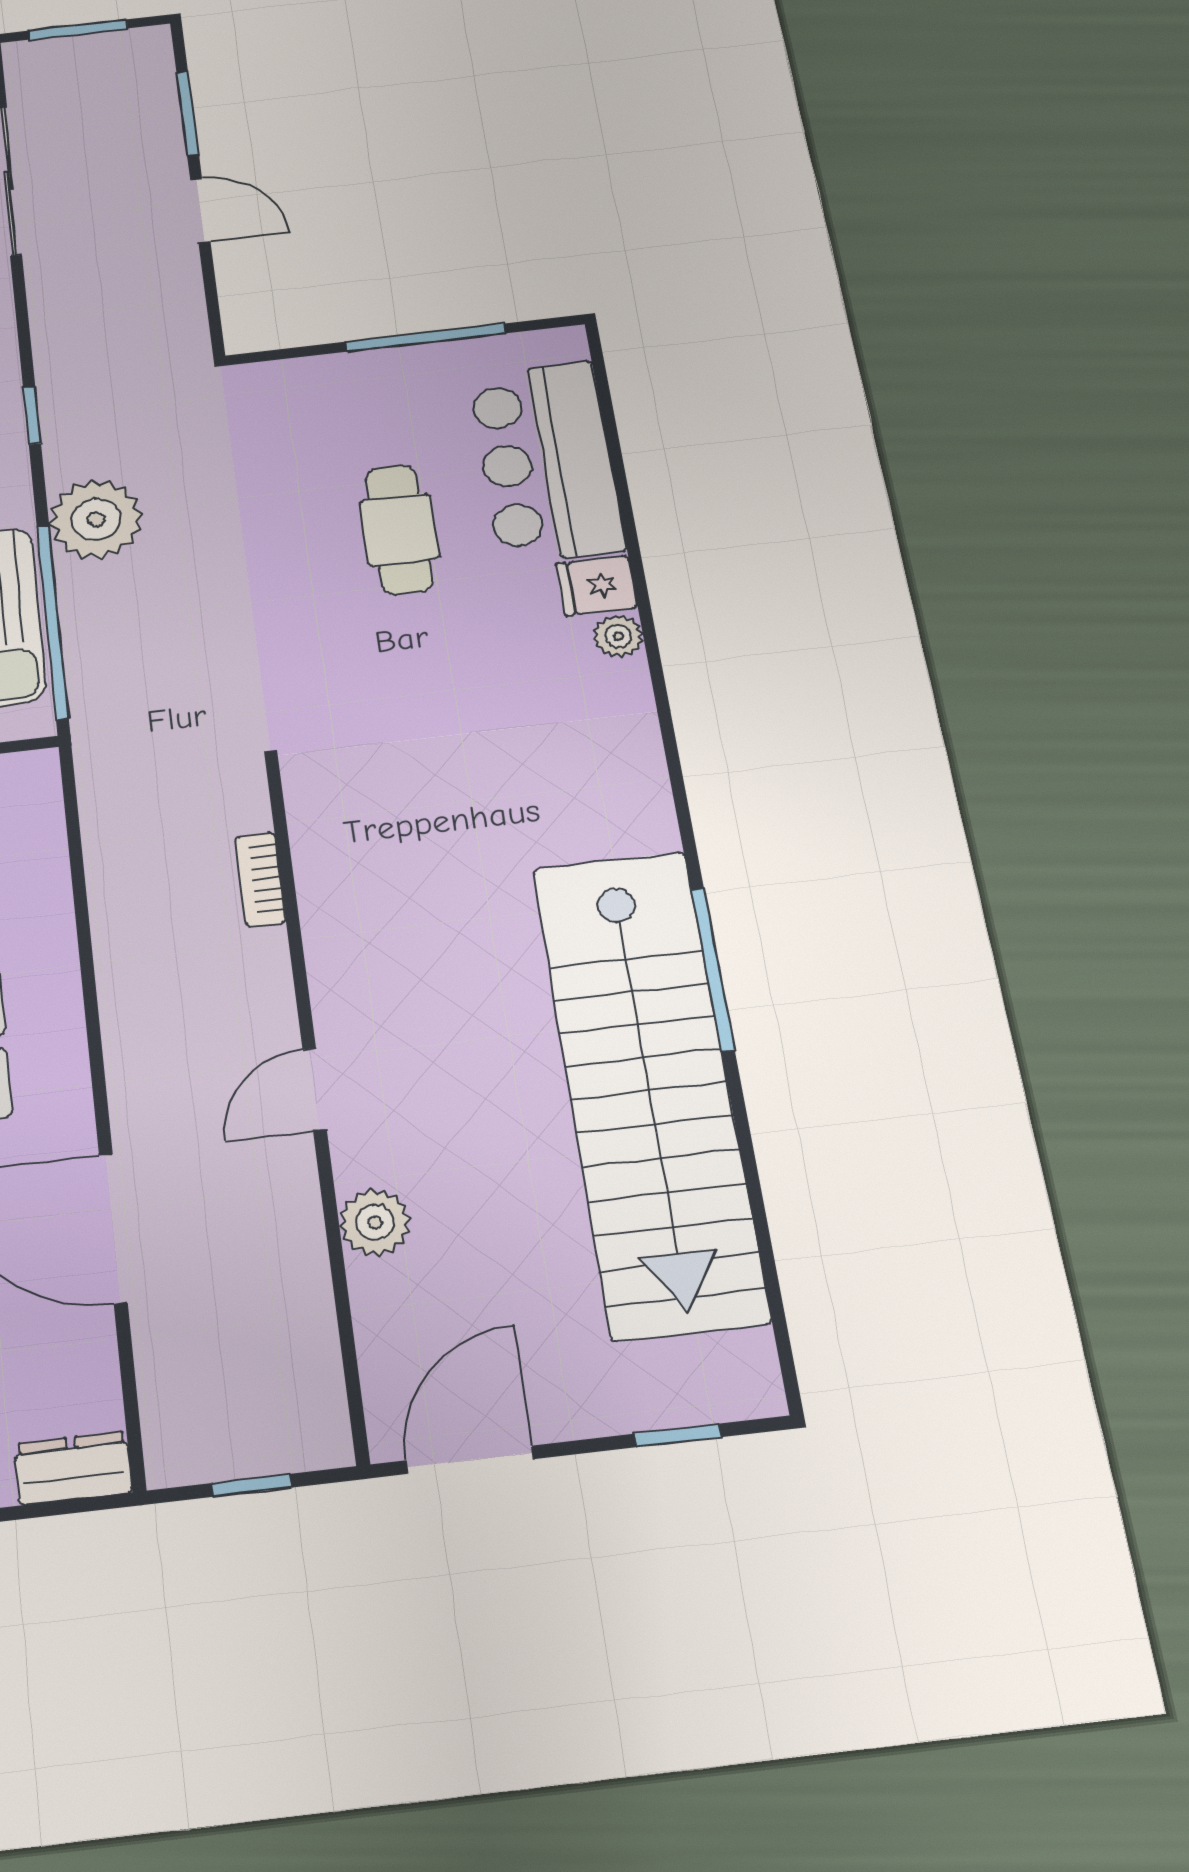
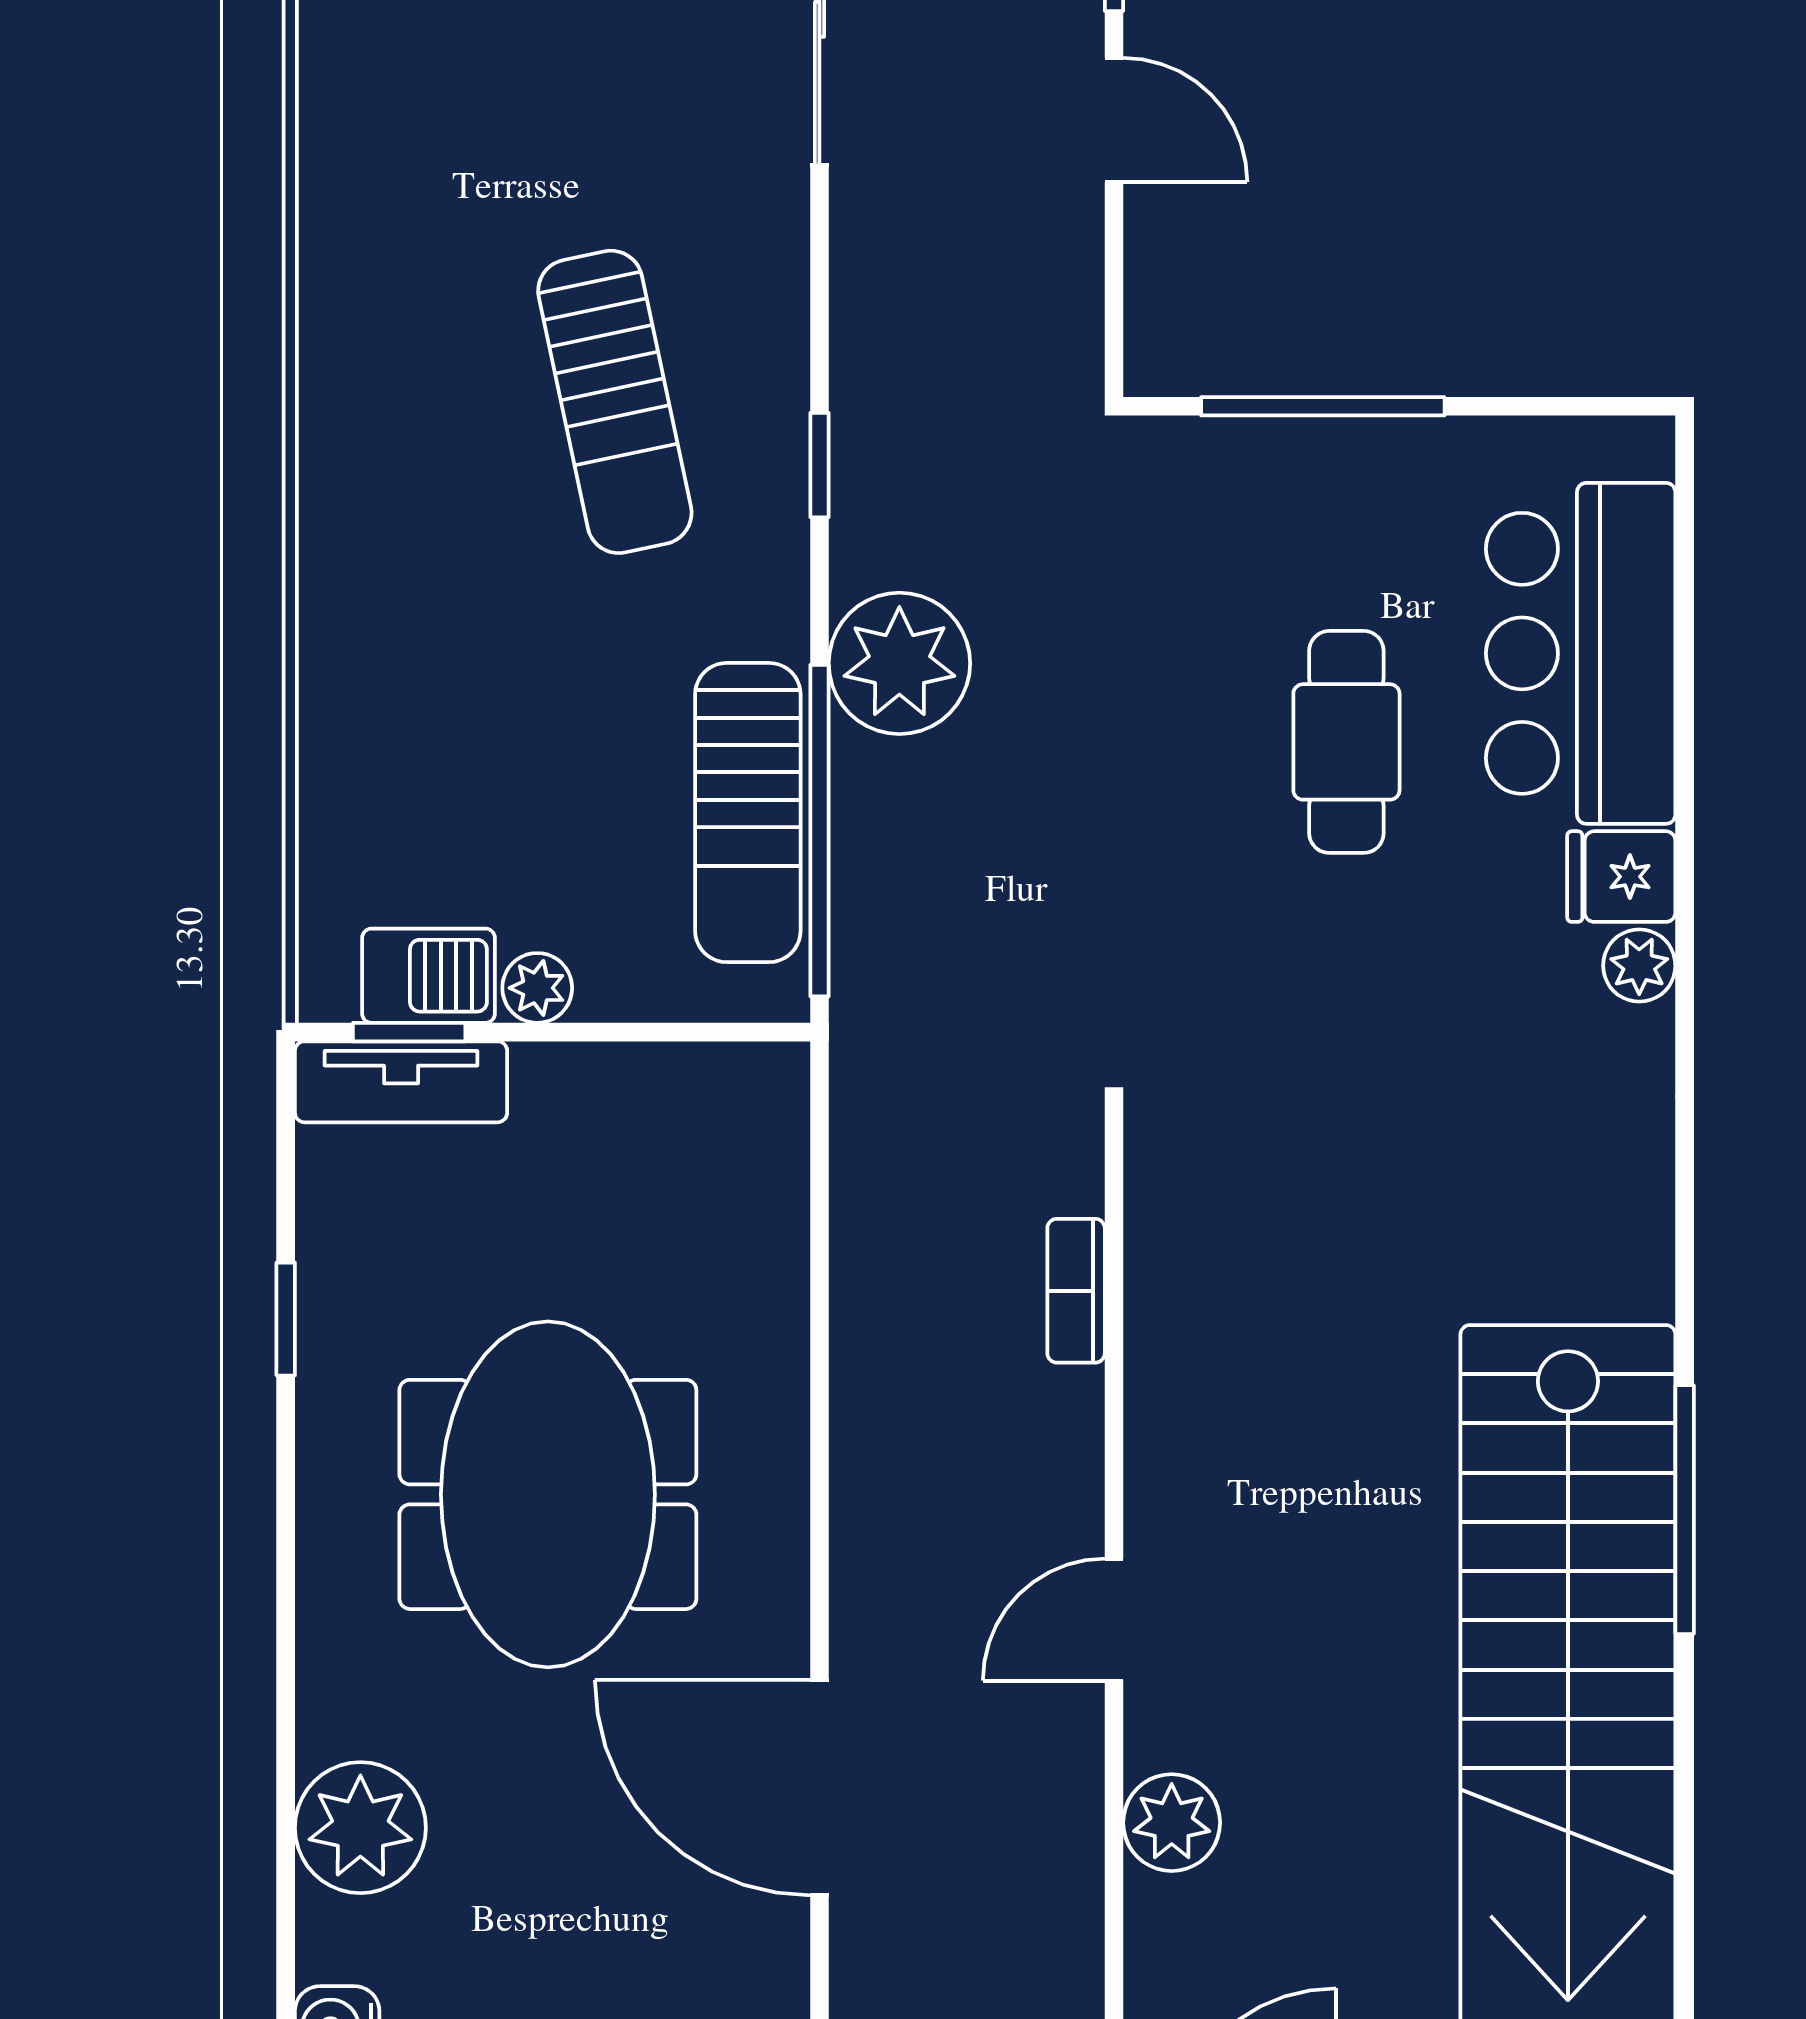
window: (426, 338) -> (1323, 406), moved

